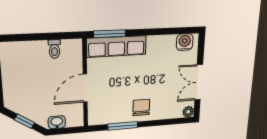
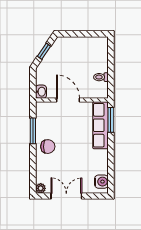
washbasin: (57, 122) -> (41, 92), moved

